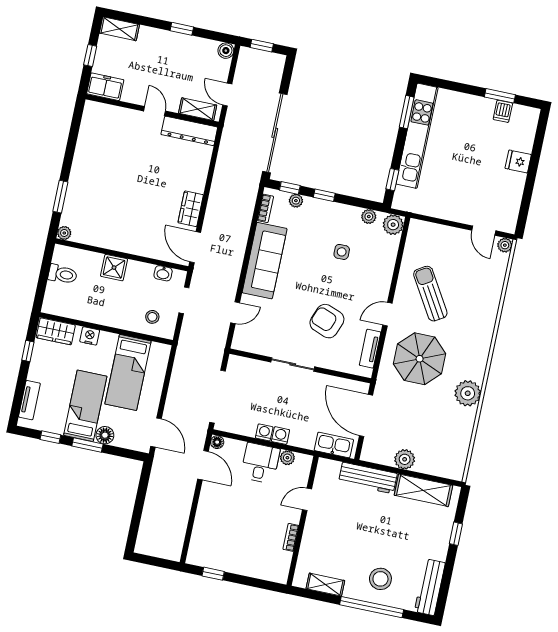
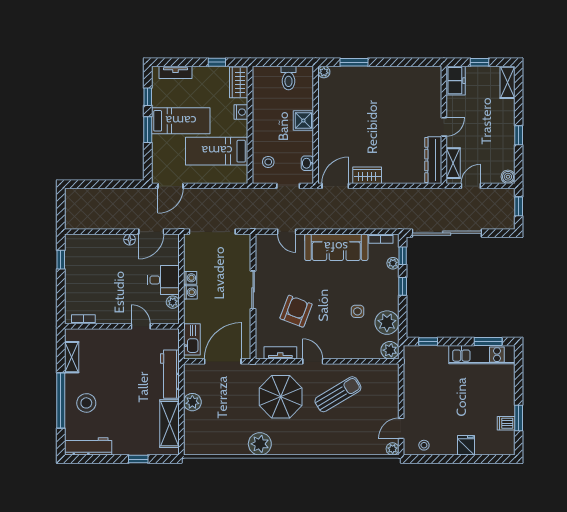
kitchen unit: (417, 136) -> (482, 355), width x0.73
stool: (508, 209) -> (424, 445), added
plant: (369, 217) -> (387, 323), width x1.87, depth x1.87
floor lamp: (105, 435) -> (159, 143), removed
floor lamp: (217, 442) -> (130, 240), moved
bookcase: (291, 537) -> (83, 319), moved

